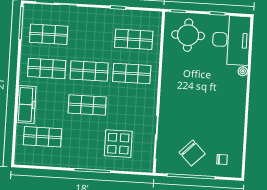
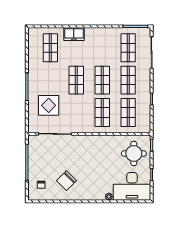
shop shelf: (47, 68) -> (128, 80), moved
freezer: (26, 105) -> (74, 34), width x0.71
chair: (192, 153) -> (66, 181), moved

